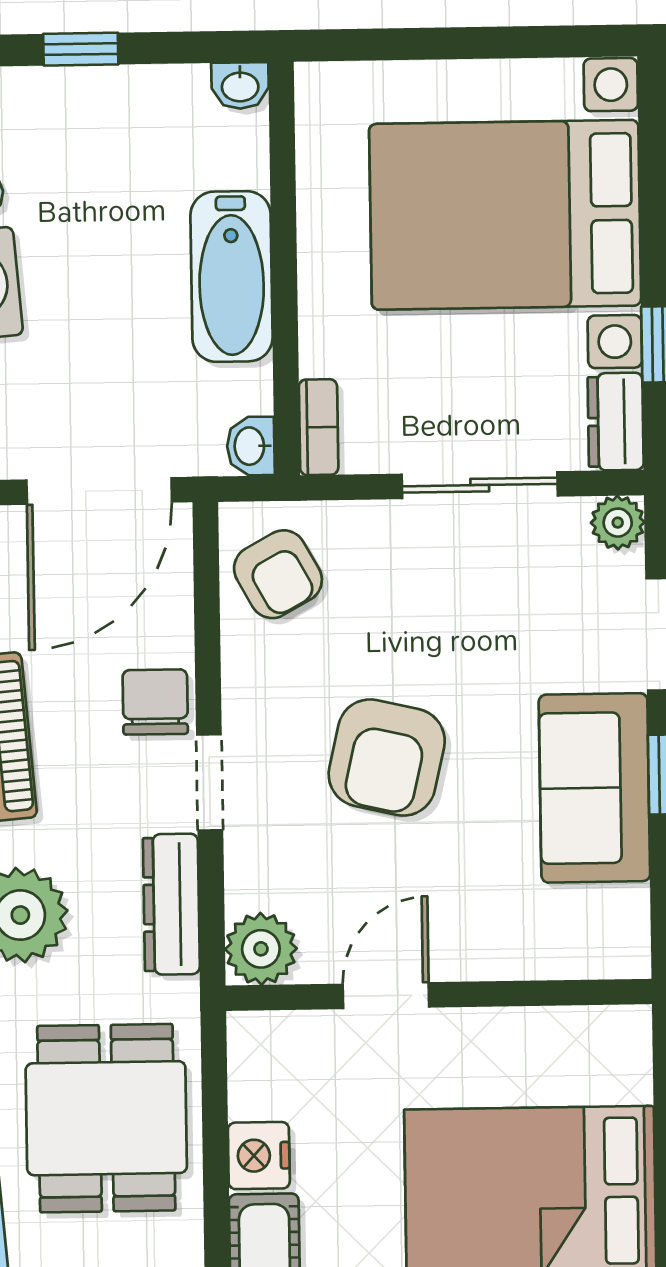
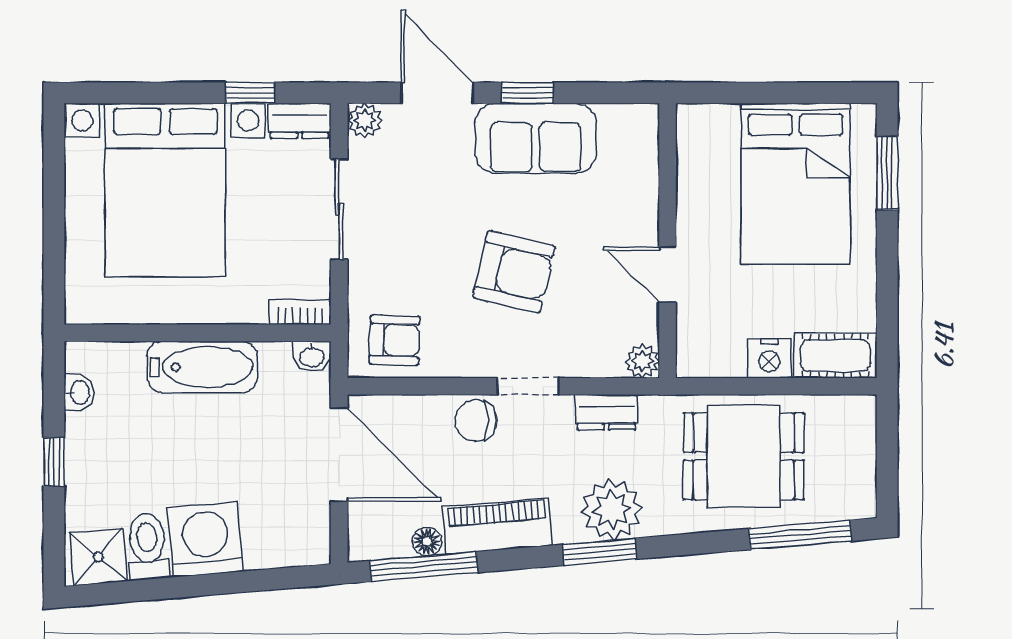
washbasin: (240, 86) -> (79, 392), moved
armchair: (278, 574) -> (395, 340), turned 31
dresser: (171, 904) -> (606, 412), width x0.70
plant: (261, 949) -> (642, 361), width x0.73, depth x0.73

